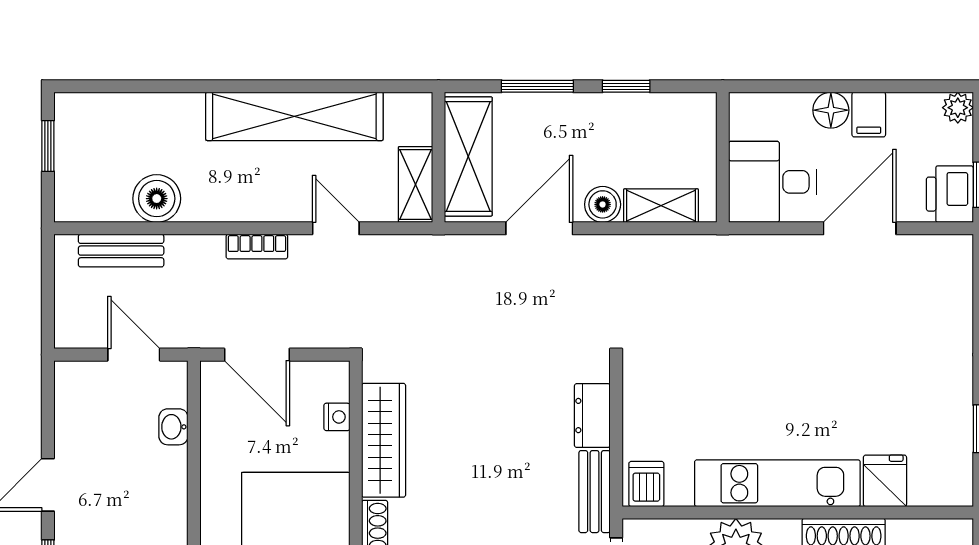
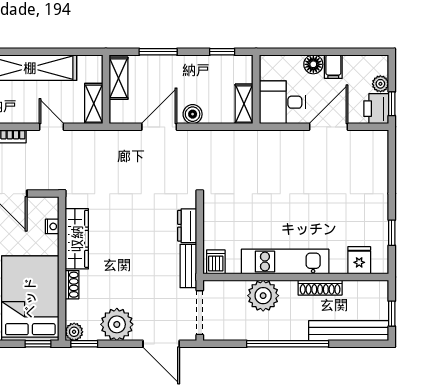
window: (626, 86) -> (222, 52), moved
plant: (958, 108) -> (380, 84), moved
shelving: (468, 156) -> (118, 78), width x0.67, depth x0.75
shelving: (661, 206) -> (244, 104), moved, turned 90
fridge: (885, 481) -> (359, 260), moved

